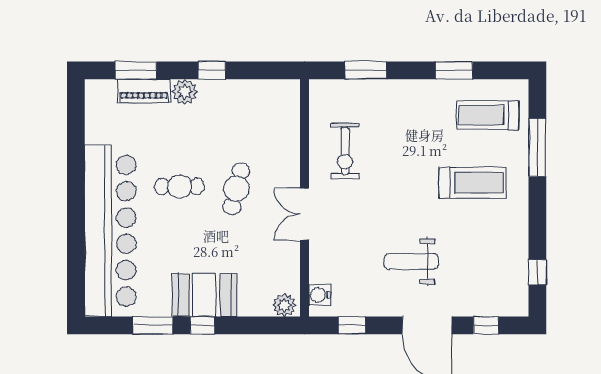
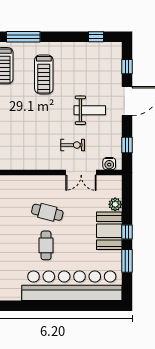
exercise bike: (345, 151) -> (73, 145), moved, width x0.73, depth x0.72
treadmill: (473, 183) -> (44, 74), turned 180
double door: (304, 214) -> (81, 172), moved
weight bench: (411, 262) -> (90, 110), turned -90
plant: (284, 305) -> (115, 204), moved

